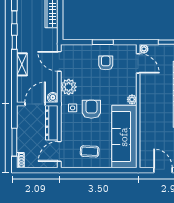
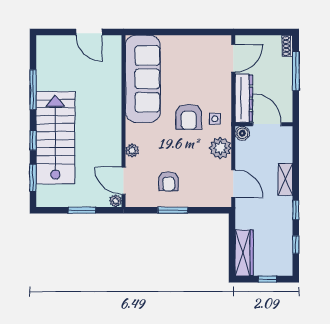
plant: (132, 99) -> (132, 150), moved
door: (35, 104) -> (267, 124), swing flipped
coffee table: (90, 151) -> (191, 58), removed

